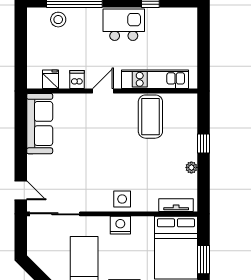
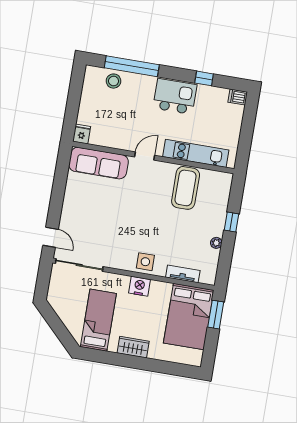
fridge: (50, 79) -> (82, 134), moved
dishwasher: (77, 80) -> (238, 97), moved, turned -90
sofa: (40, 124) -> (99, 163), moved, turned 90
tv unit: (176, 205) -> (183, 274), moved
window: (203, 260) -> (216, 315), moved

